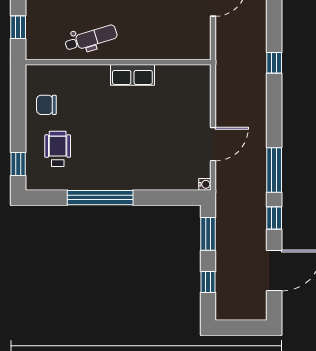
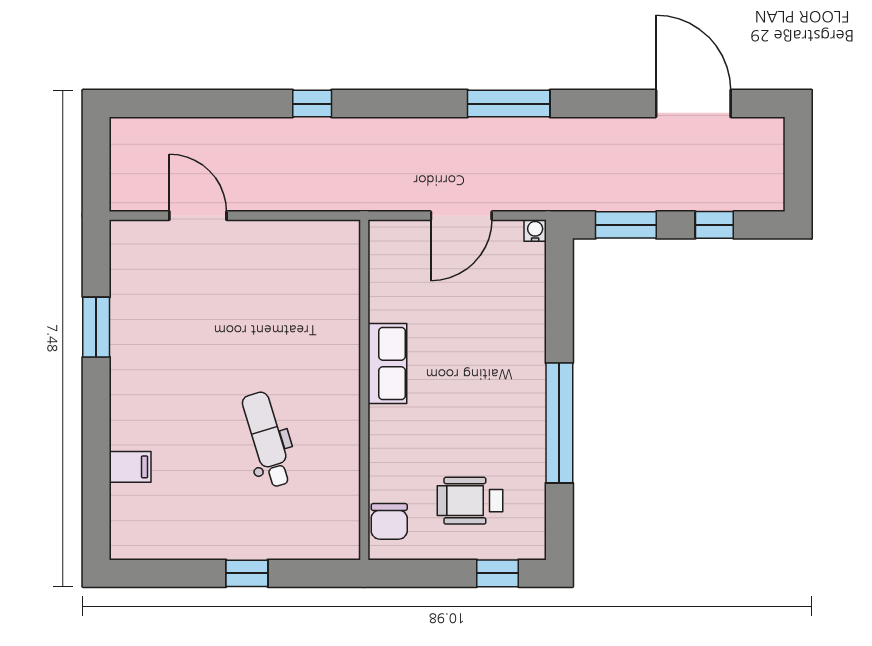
wall: (118, 62) -> (364, 390), moved
row of seats: (132, 75) -> (387, 364), moved
door: (213, 144) -> (461, 216), swing flipped
window: (274, 218) -> (597, 104), removed

